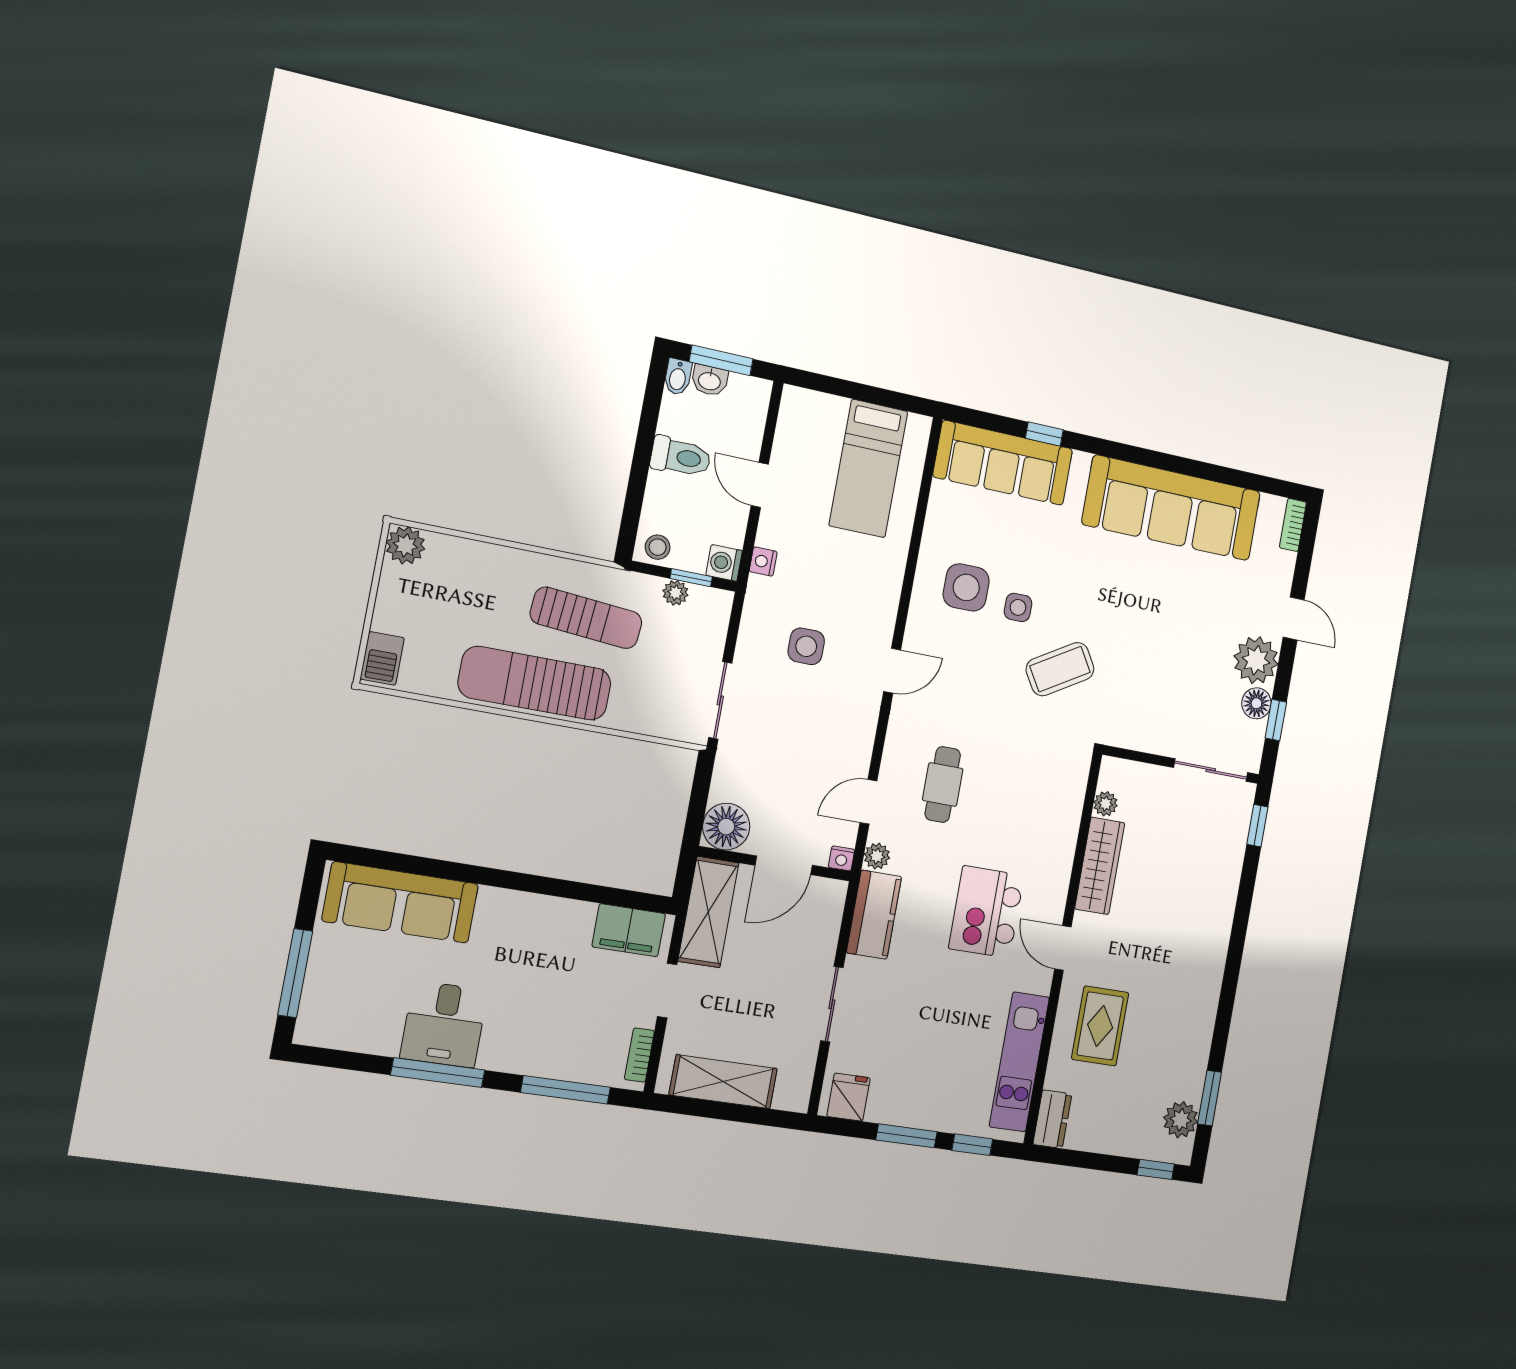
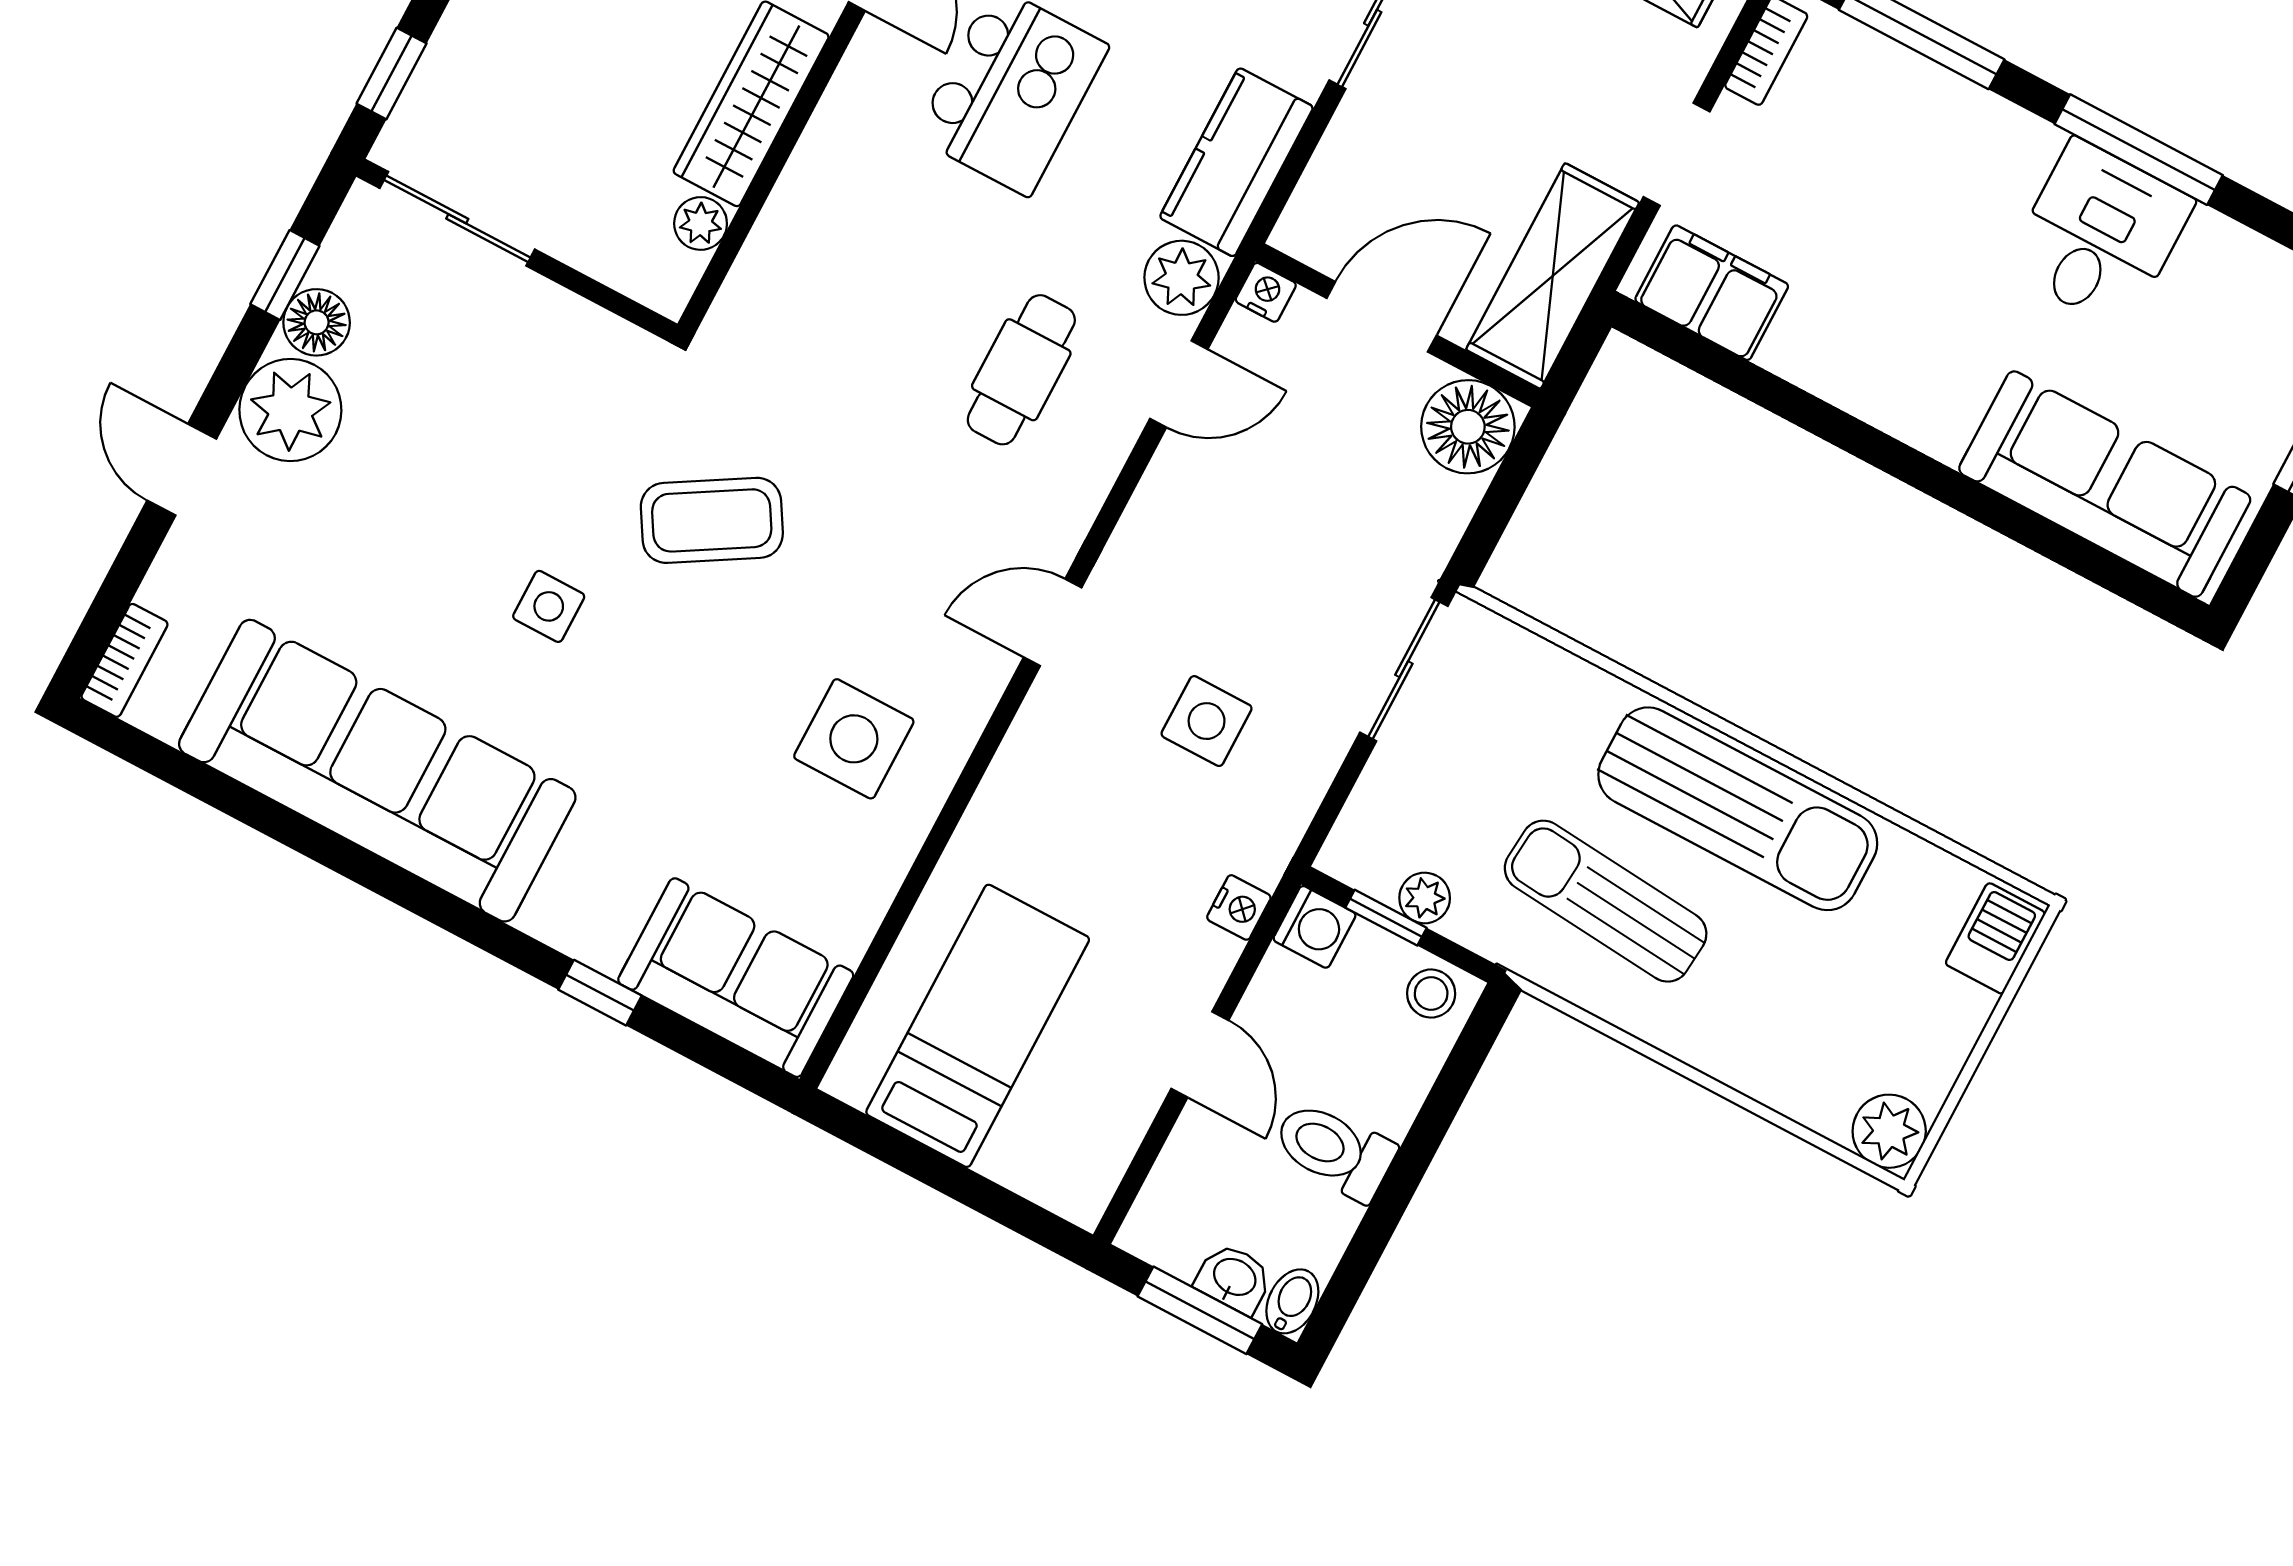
sofa: (1003, 463) -> (736, 978), width x0.73
side table: (1018, 607) -> (549, 606), moved
plant: (877, 856) -> (1182, 278), width x1.38, depth x1.38

